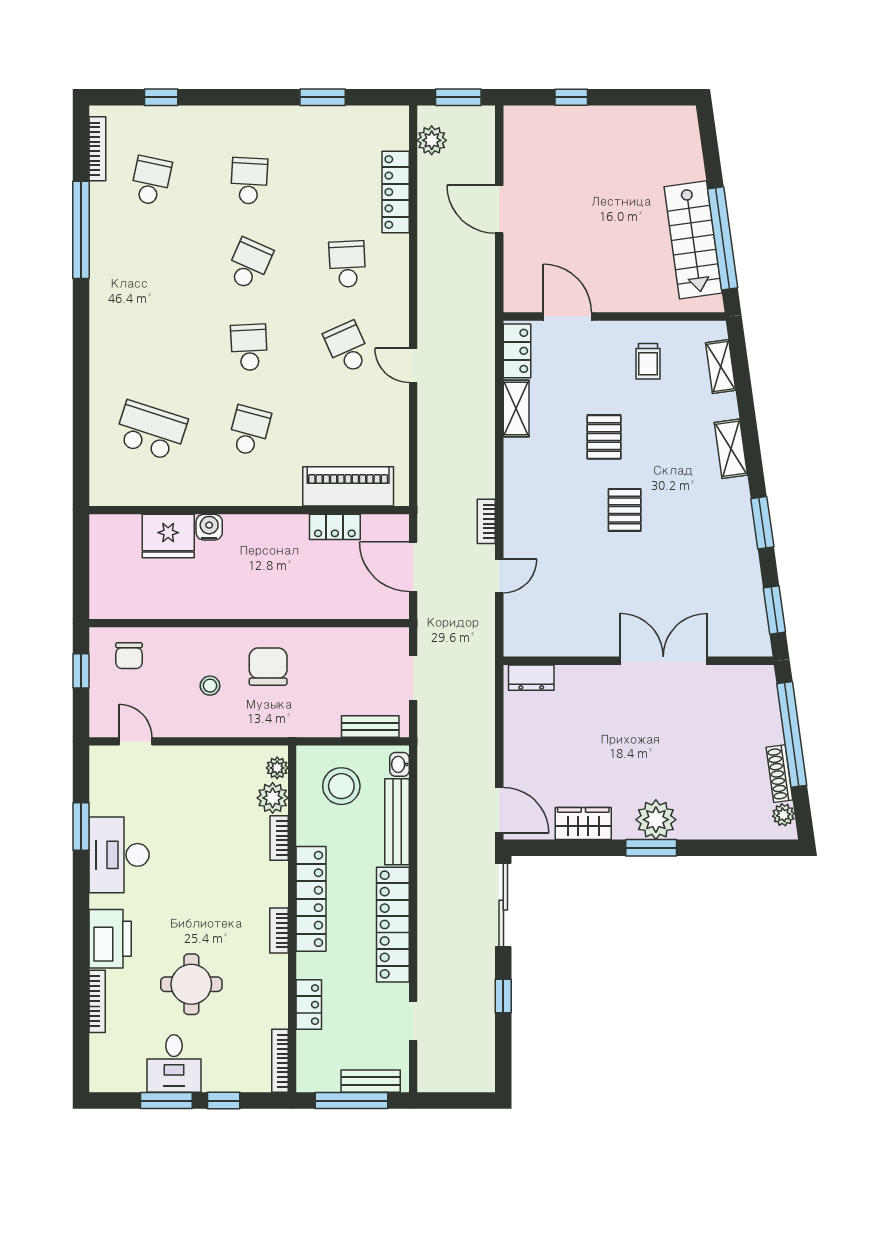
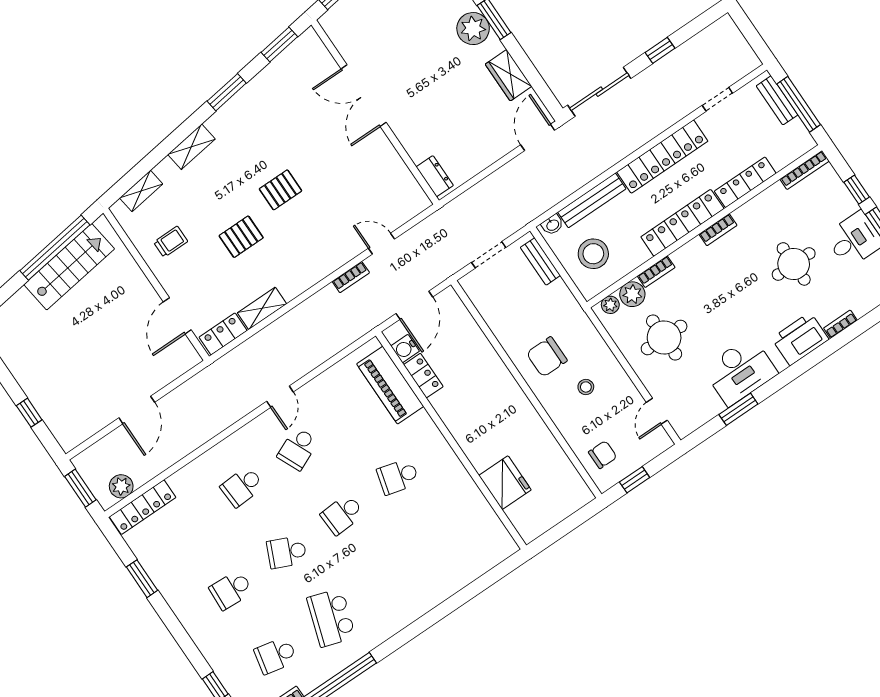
locker: (396, 192) -> (143, 507), moved
school desk: (151, 431) -> (331, 618), moved
water cooler: (209, 527) -> (405, 349), moved
round table: (206, 800) -> (664, 337), added
bookcase: (97, 1001) -> (840, 324), width x0.64
locker: (309, 1005) -> (745, 182), width x1.53

